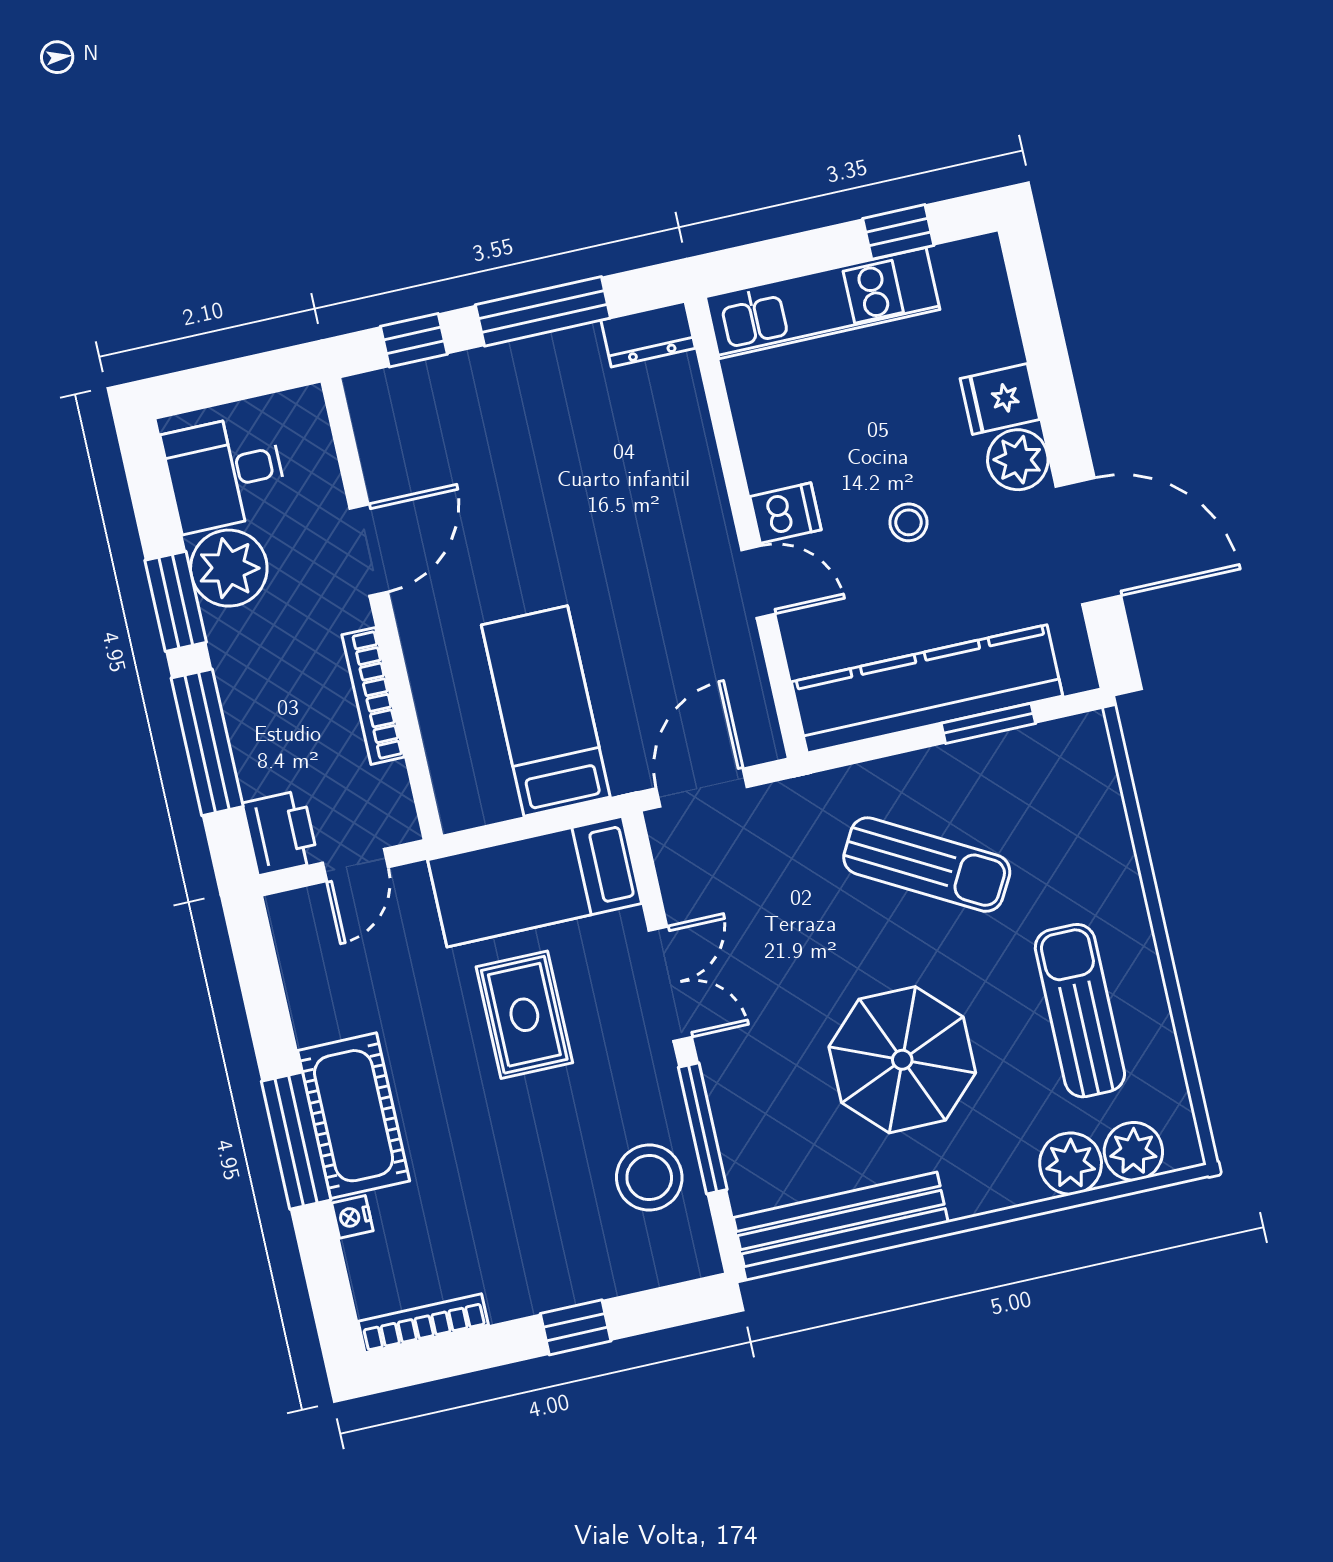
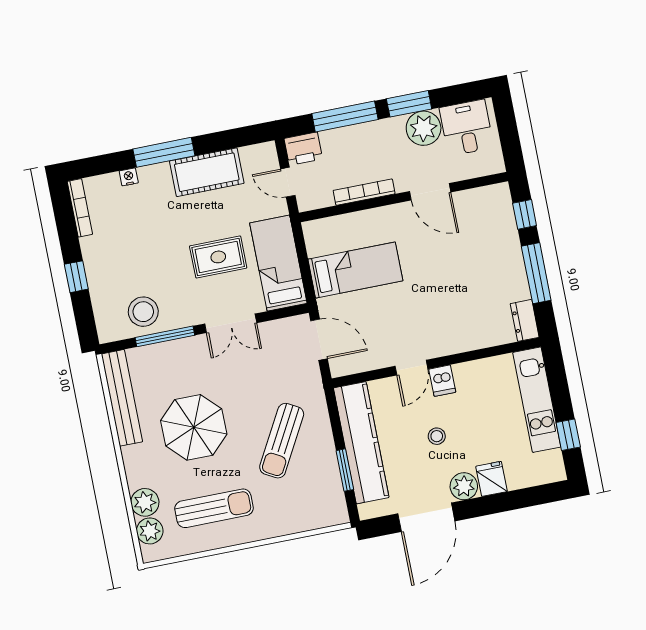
cot: (354, 1116) -> (207, 172), moved

